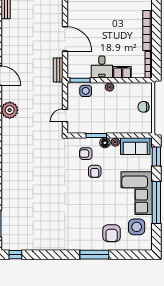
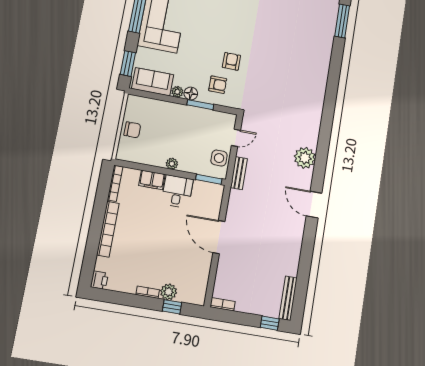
bench: (58, 70) -> (239, 173), moved
side table: (86, 91) -> (219, 158), moved
armchair: (95, 171) -> (231, 61), moved

